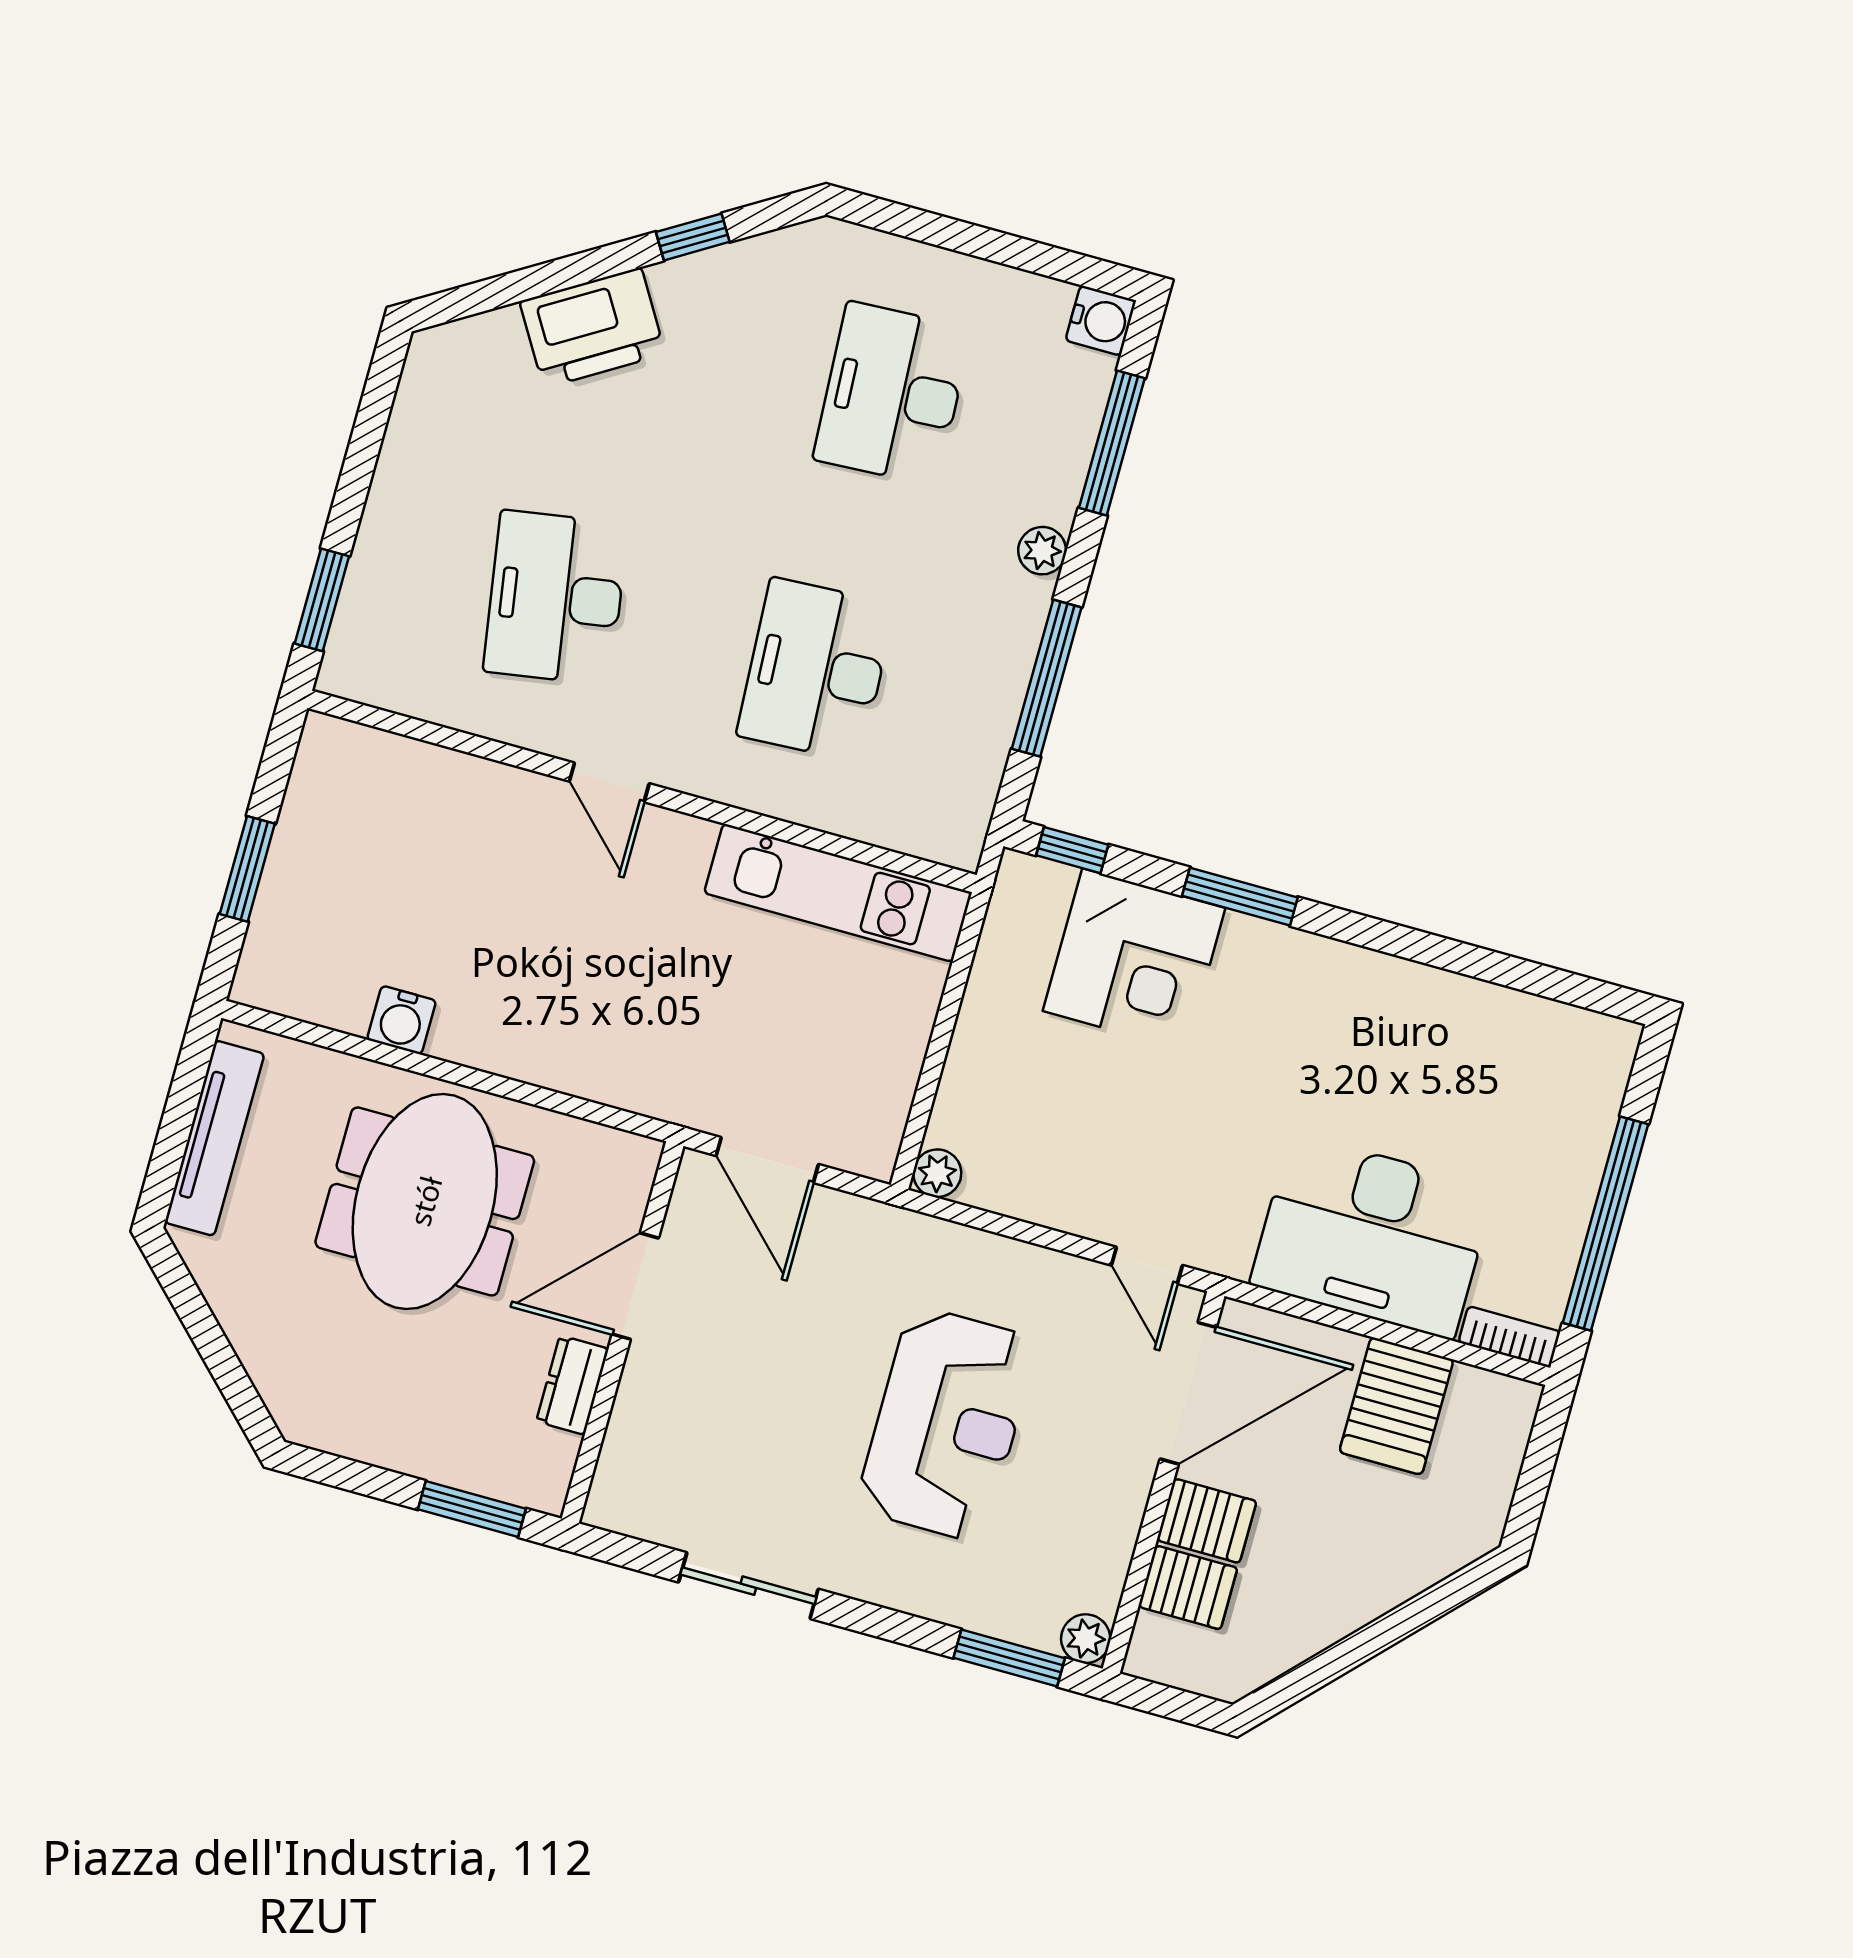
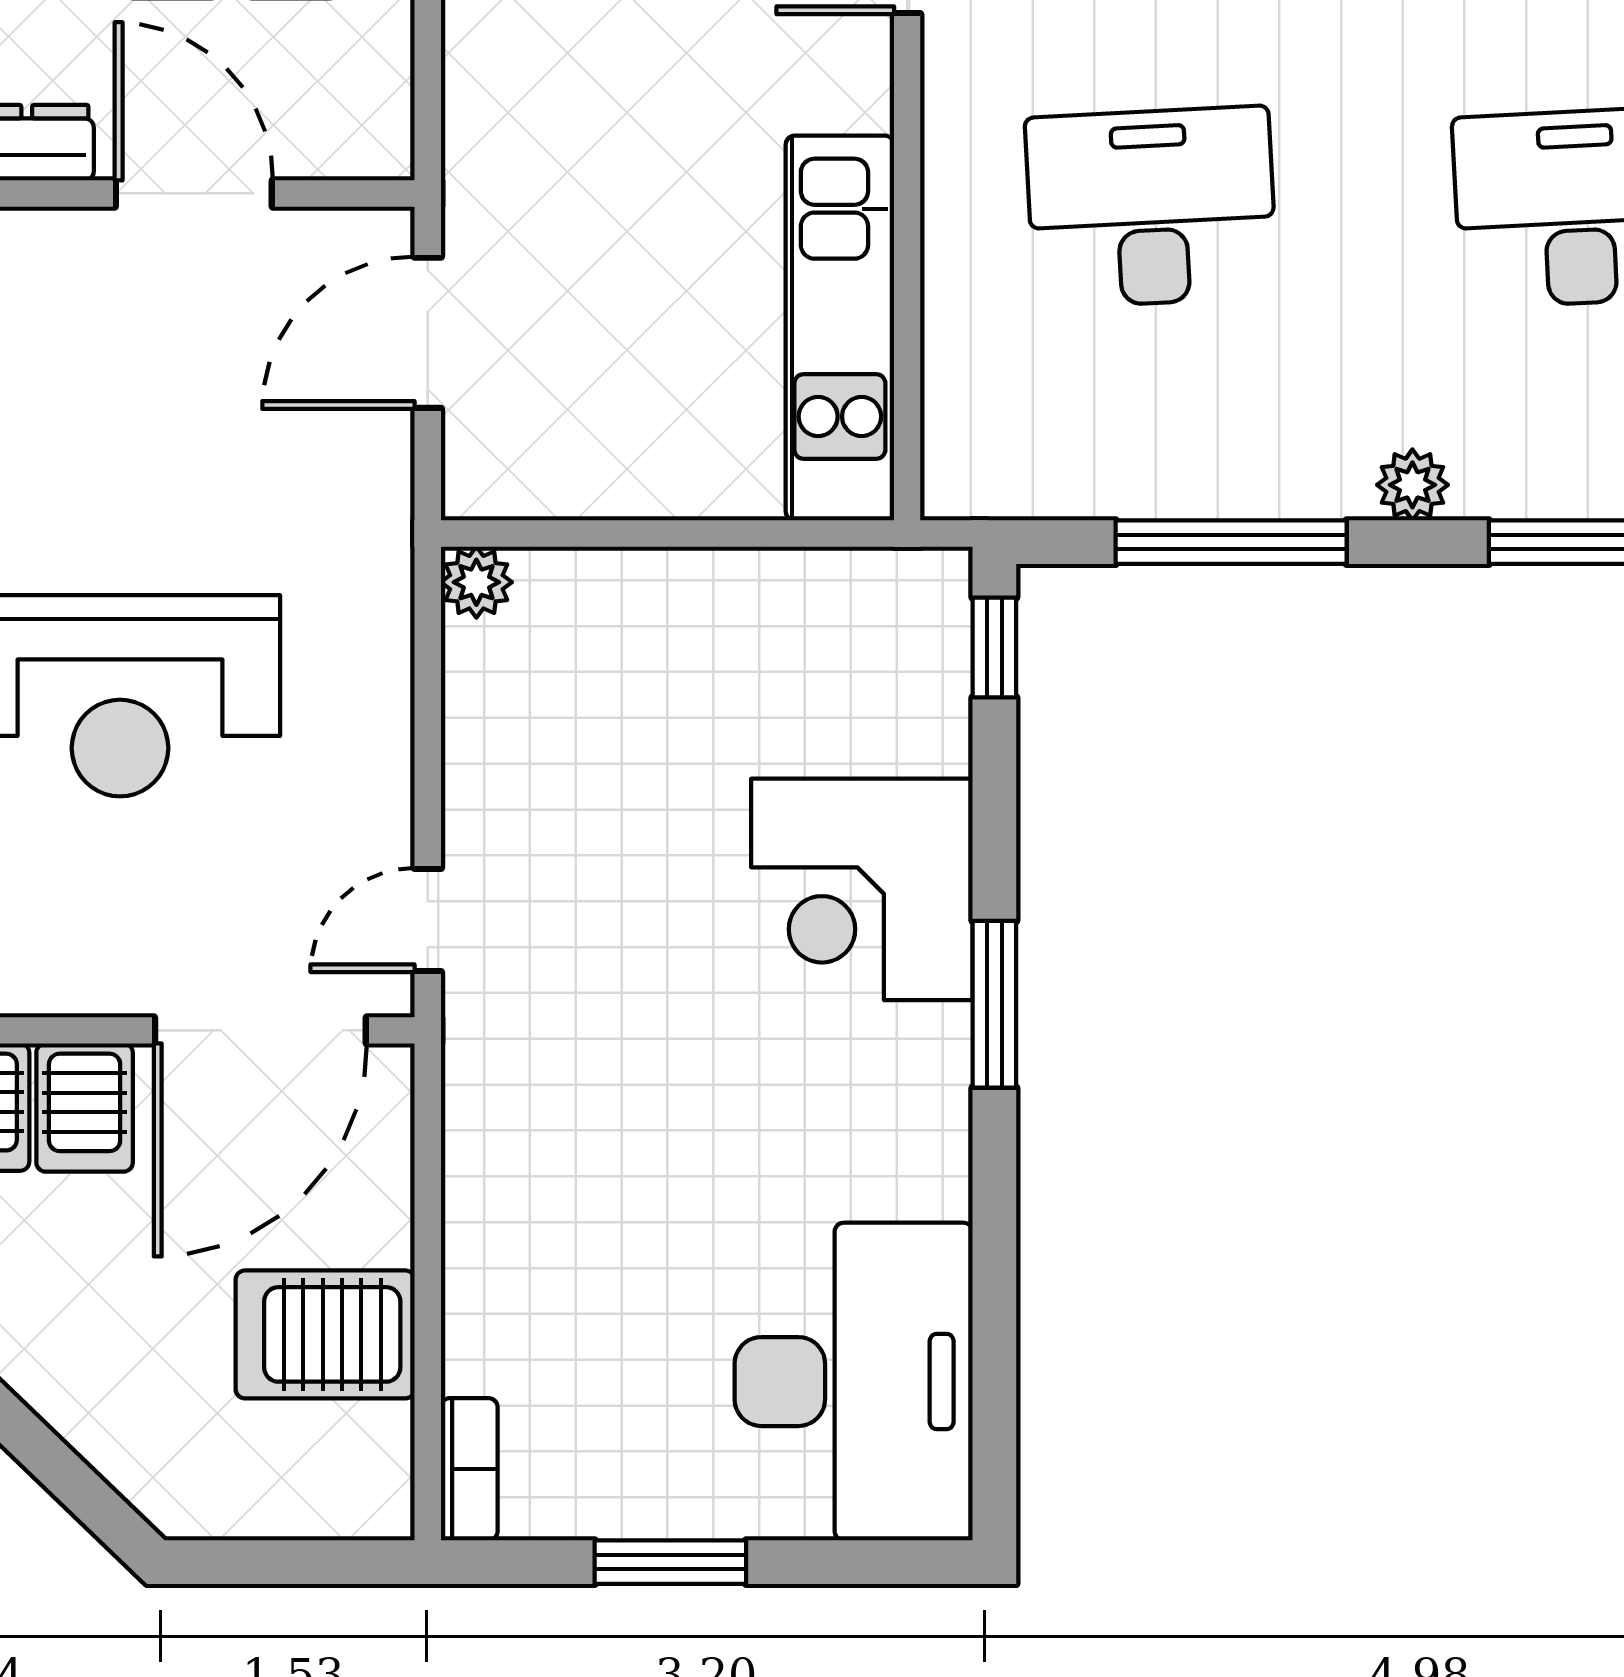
window: (1240, 897) -> (994, 1004), moved
corner desk: (1134, 959) -> (862, 889), moved
window: (1606, 1224) -> (670, 1562), width x0.47
desk: (1372, 1236) -> (854, 1382), moved, turned 180
door: (1188, 1393) -> (260, 1030), hinge flipped

